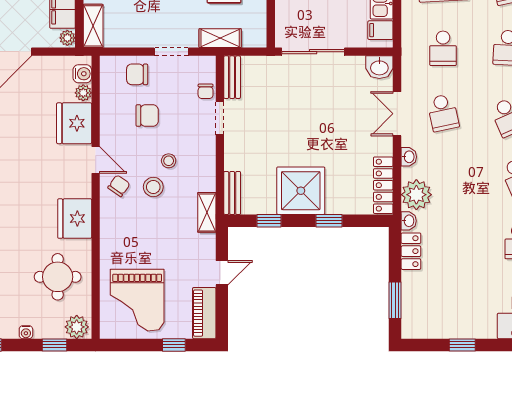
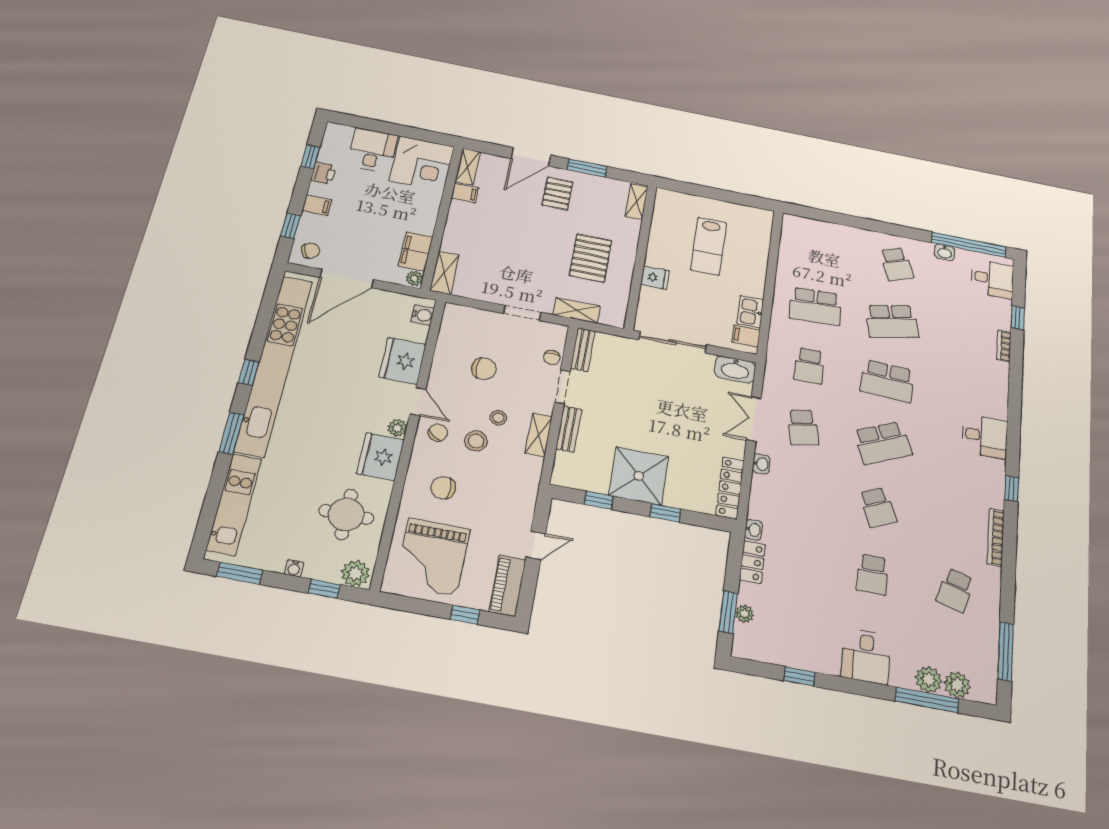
washbasin: (379, 67) -> (735, 369), width x1.38
chair: (137, 74) -> (443, 488), moved
plant: (83, 93) -> (397, 428), moved
bench: (232, 193) -> (569, 429), moved
plant: (416, 195) -> (745, 614), moved, width x0.53, depth x0.53
shelving: (207, 212) -> (539, 435), moved

